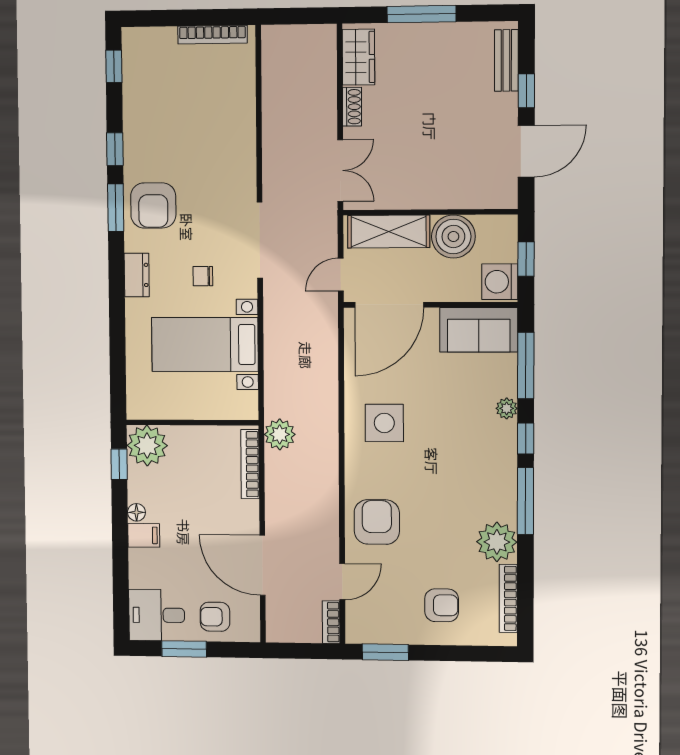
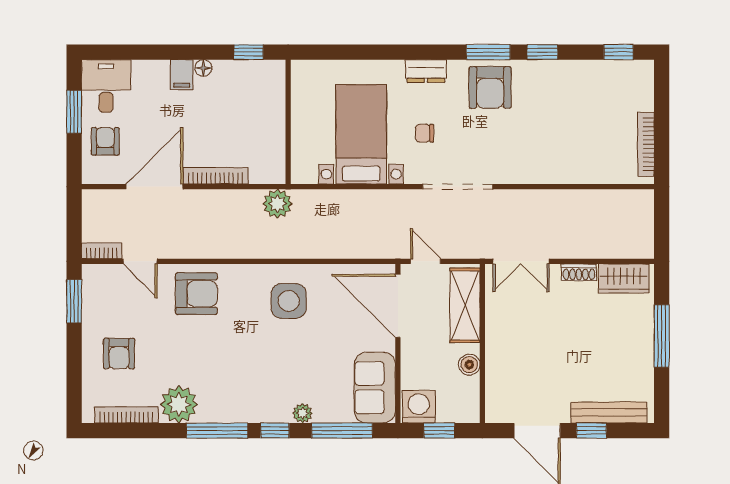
bench: (506, 60) -> (609, 413), width x1.36
armchair: (153, 205) -> (490, 87), turned -90
boiler: (453, 236) -> (469, 365), width x0.54, depth x0.54
chair: (203, 276) -> (425, 133), turned -90
plant: (147, 446) -> (266, 79), removed
bookcase: (250, 464) -> (216, 176), moved

